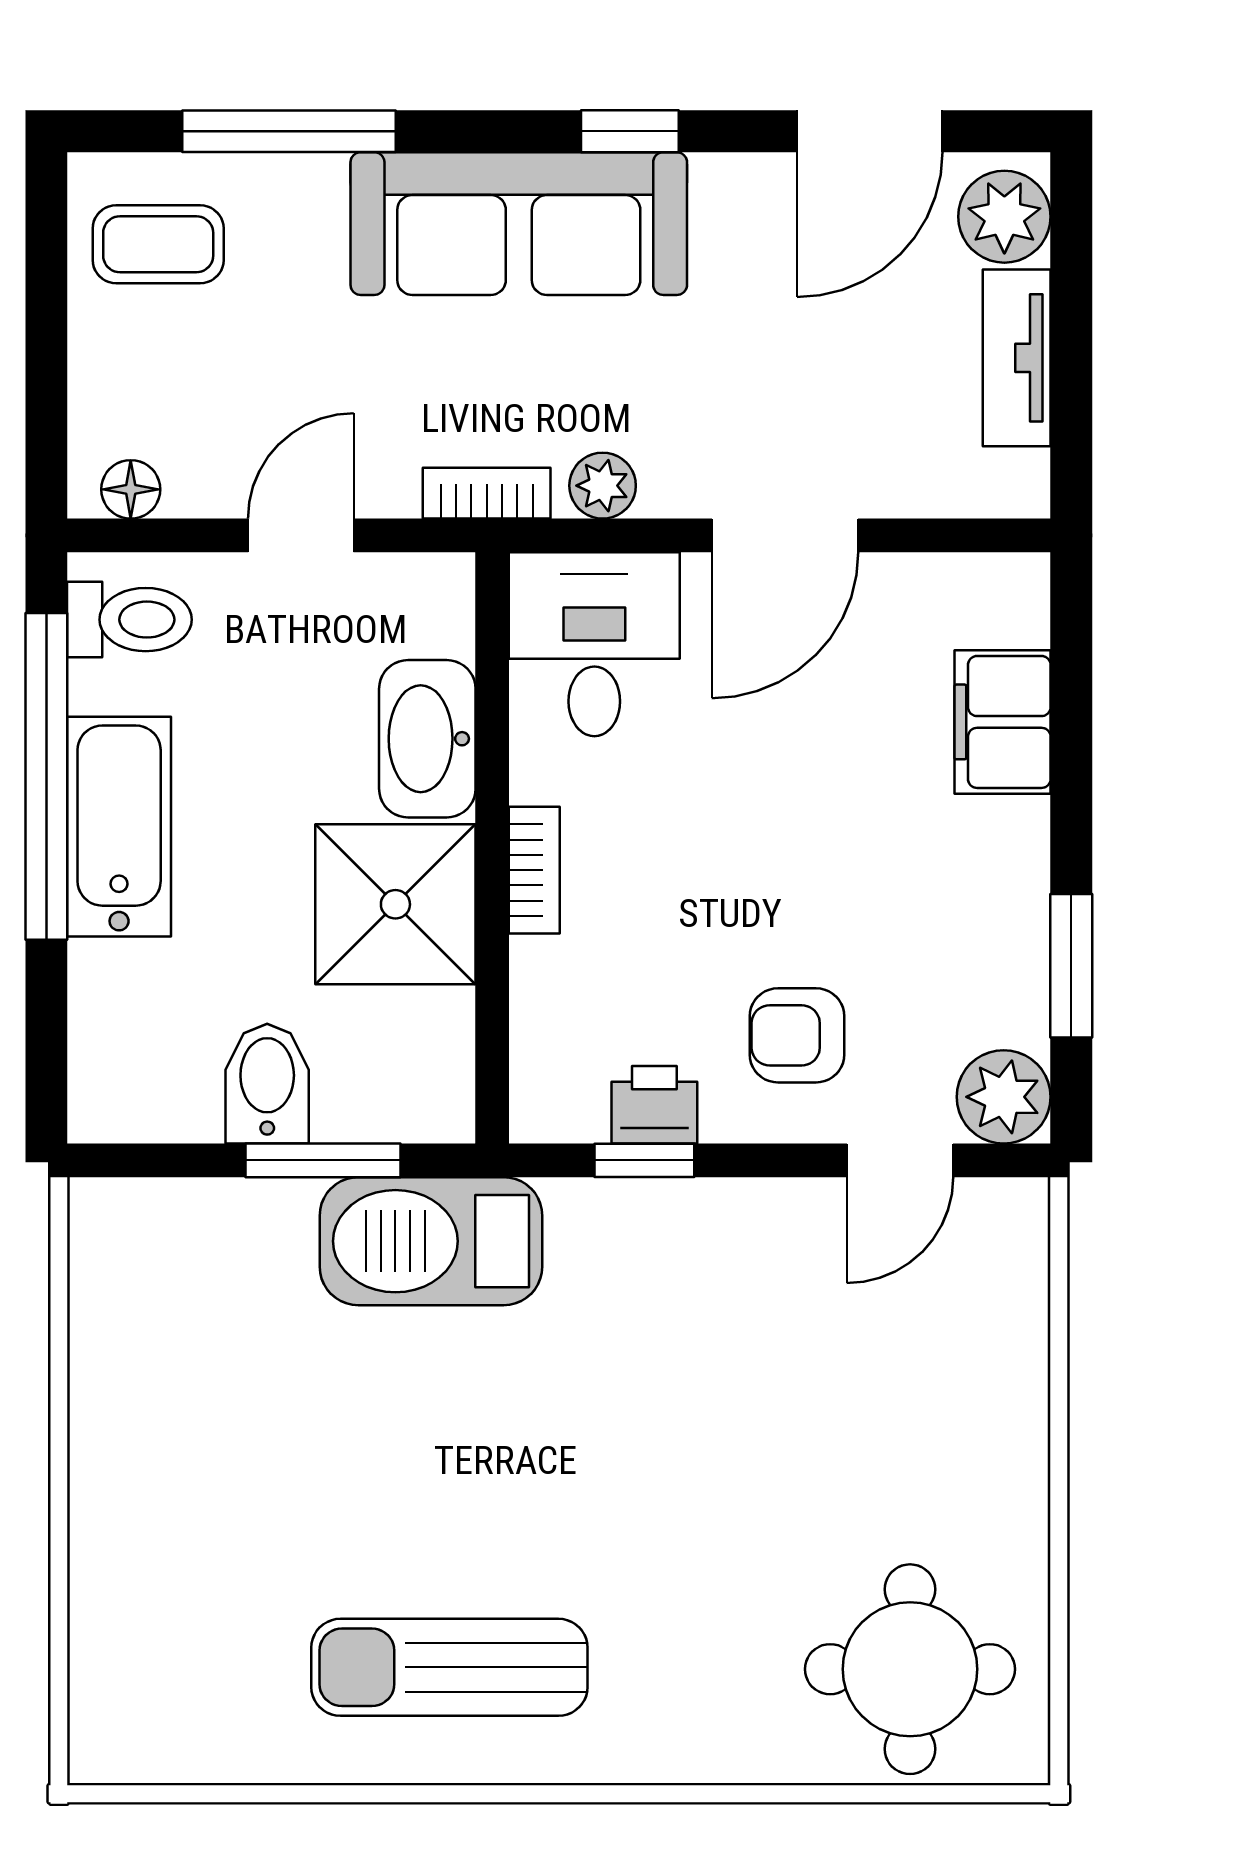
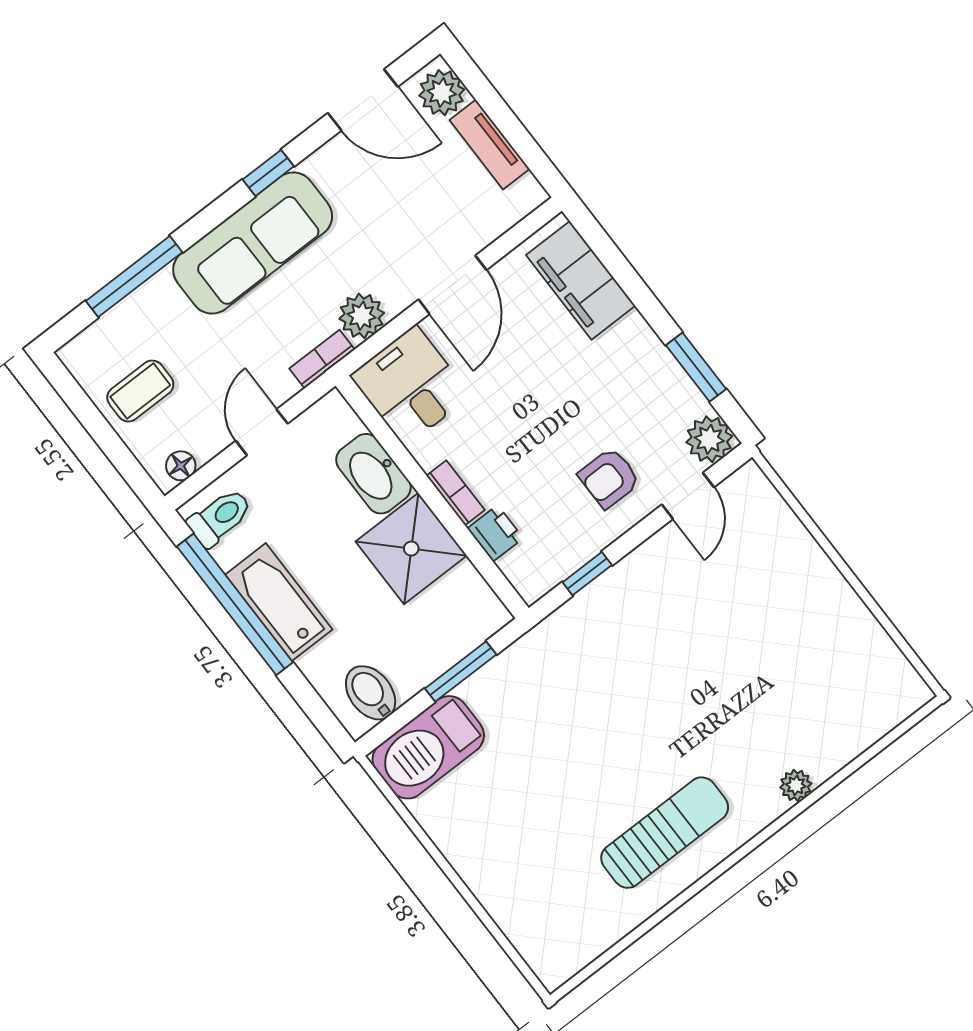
door: (870, 131) -> (363, 100), hinge flipped
coffee table: (158, 244) -> (140, 391), moved
plant: (603, 486) -> (362, 316), width x1.38, depth x1.38
filing cabinet: (1003, 722) -> (581, 280), width x1.50, depth x1.17
bidet: (267, 1084) -> (371, 693), moved
printer: (654, 1105) -> (495, 533), moved, turned 90
barbecue: (431, 1241) -> (428, 747), moved
sun lounger: (449, 1667) -> (665, 833), turned 180
round table: (910, 1669) -> (847, 693), removed
plant: (716, 1753) -> (796, 785), added

